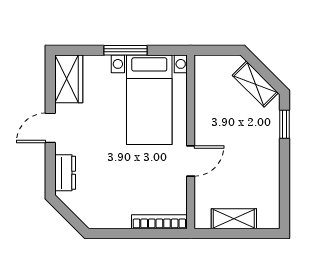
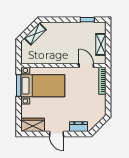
window: (125, 50) -> (19, 86), moved
window: (284, 124) -> (87, 20), moved
door: (191, 161) -> (86, 65), moved

